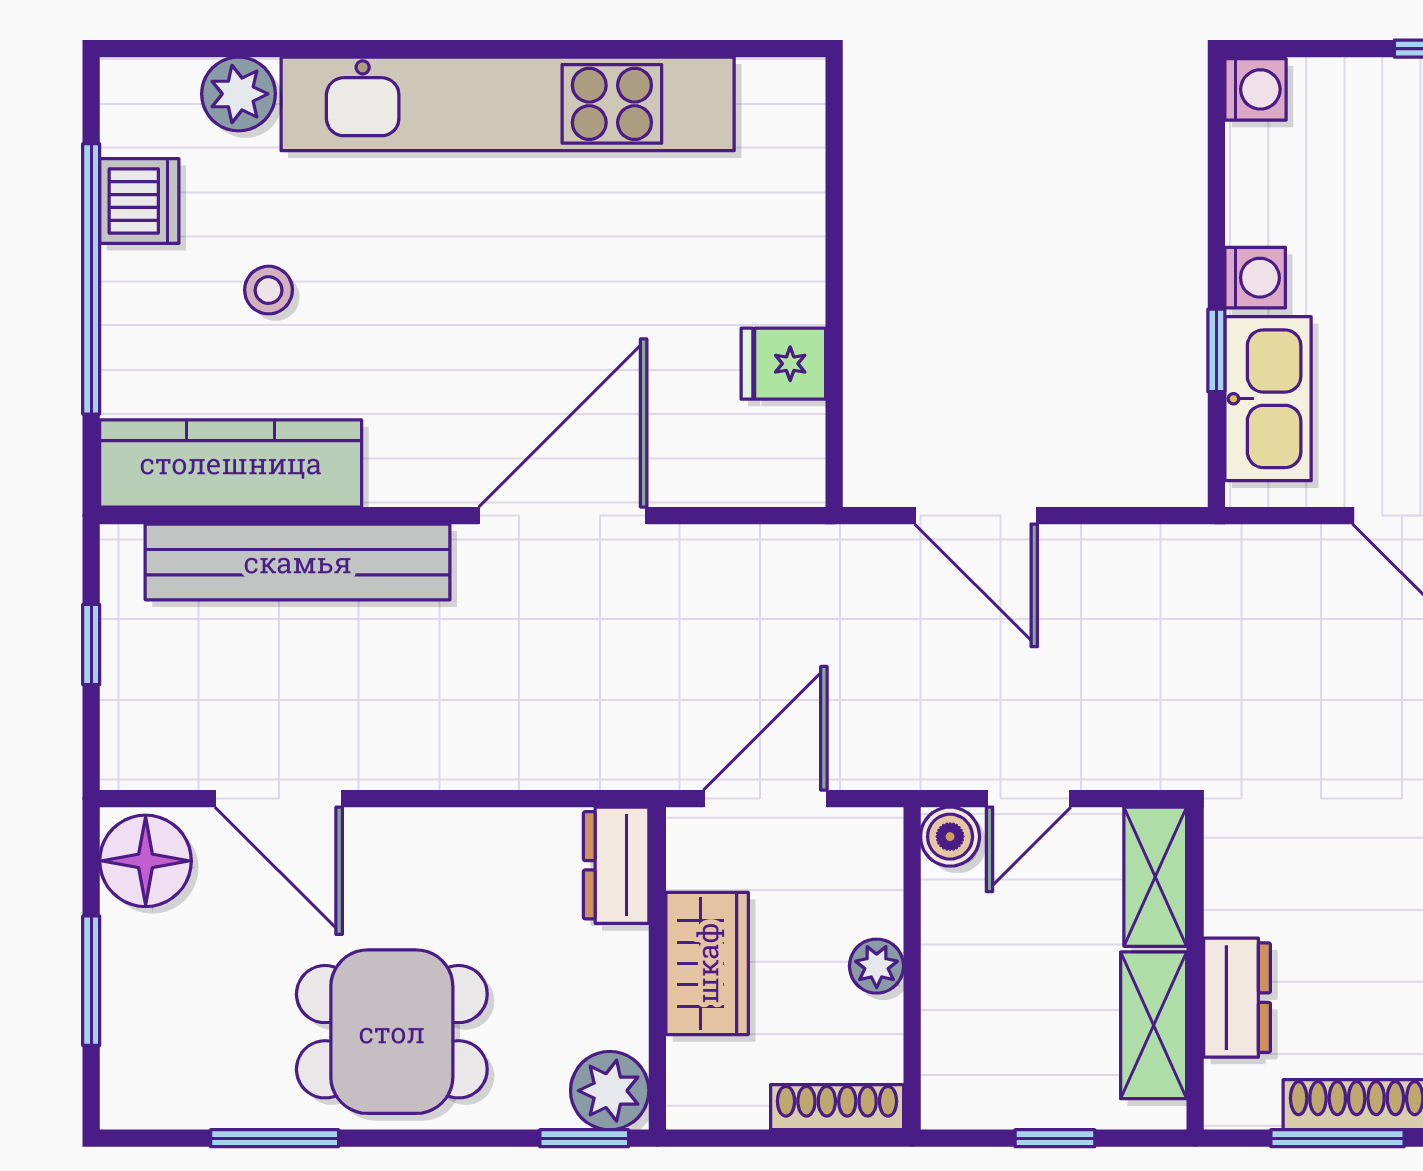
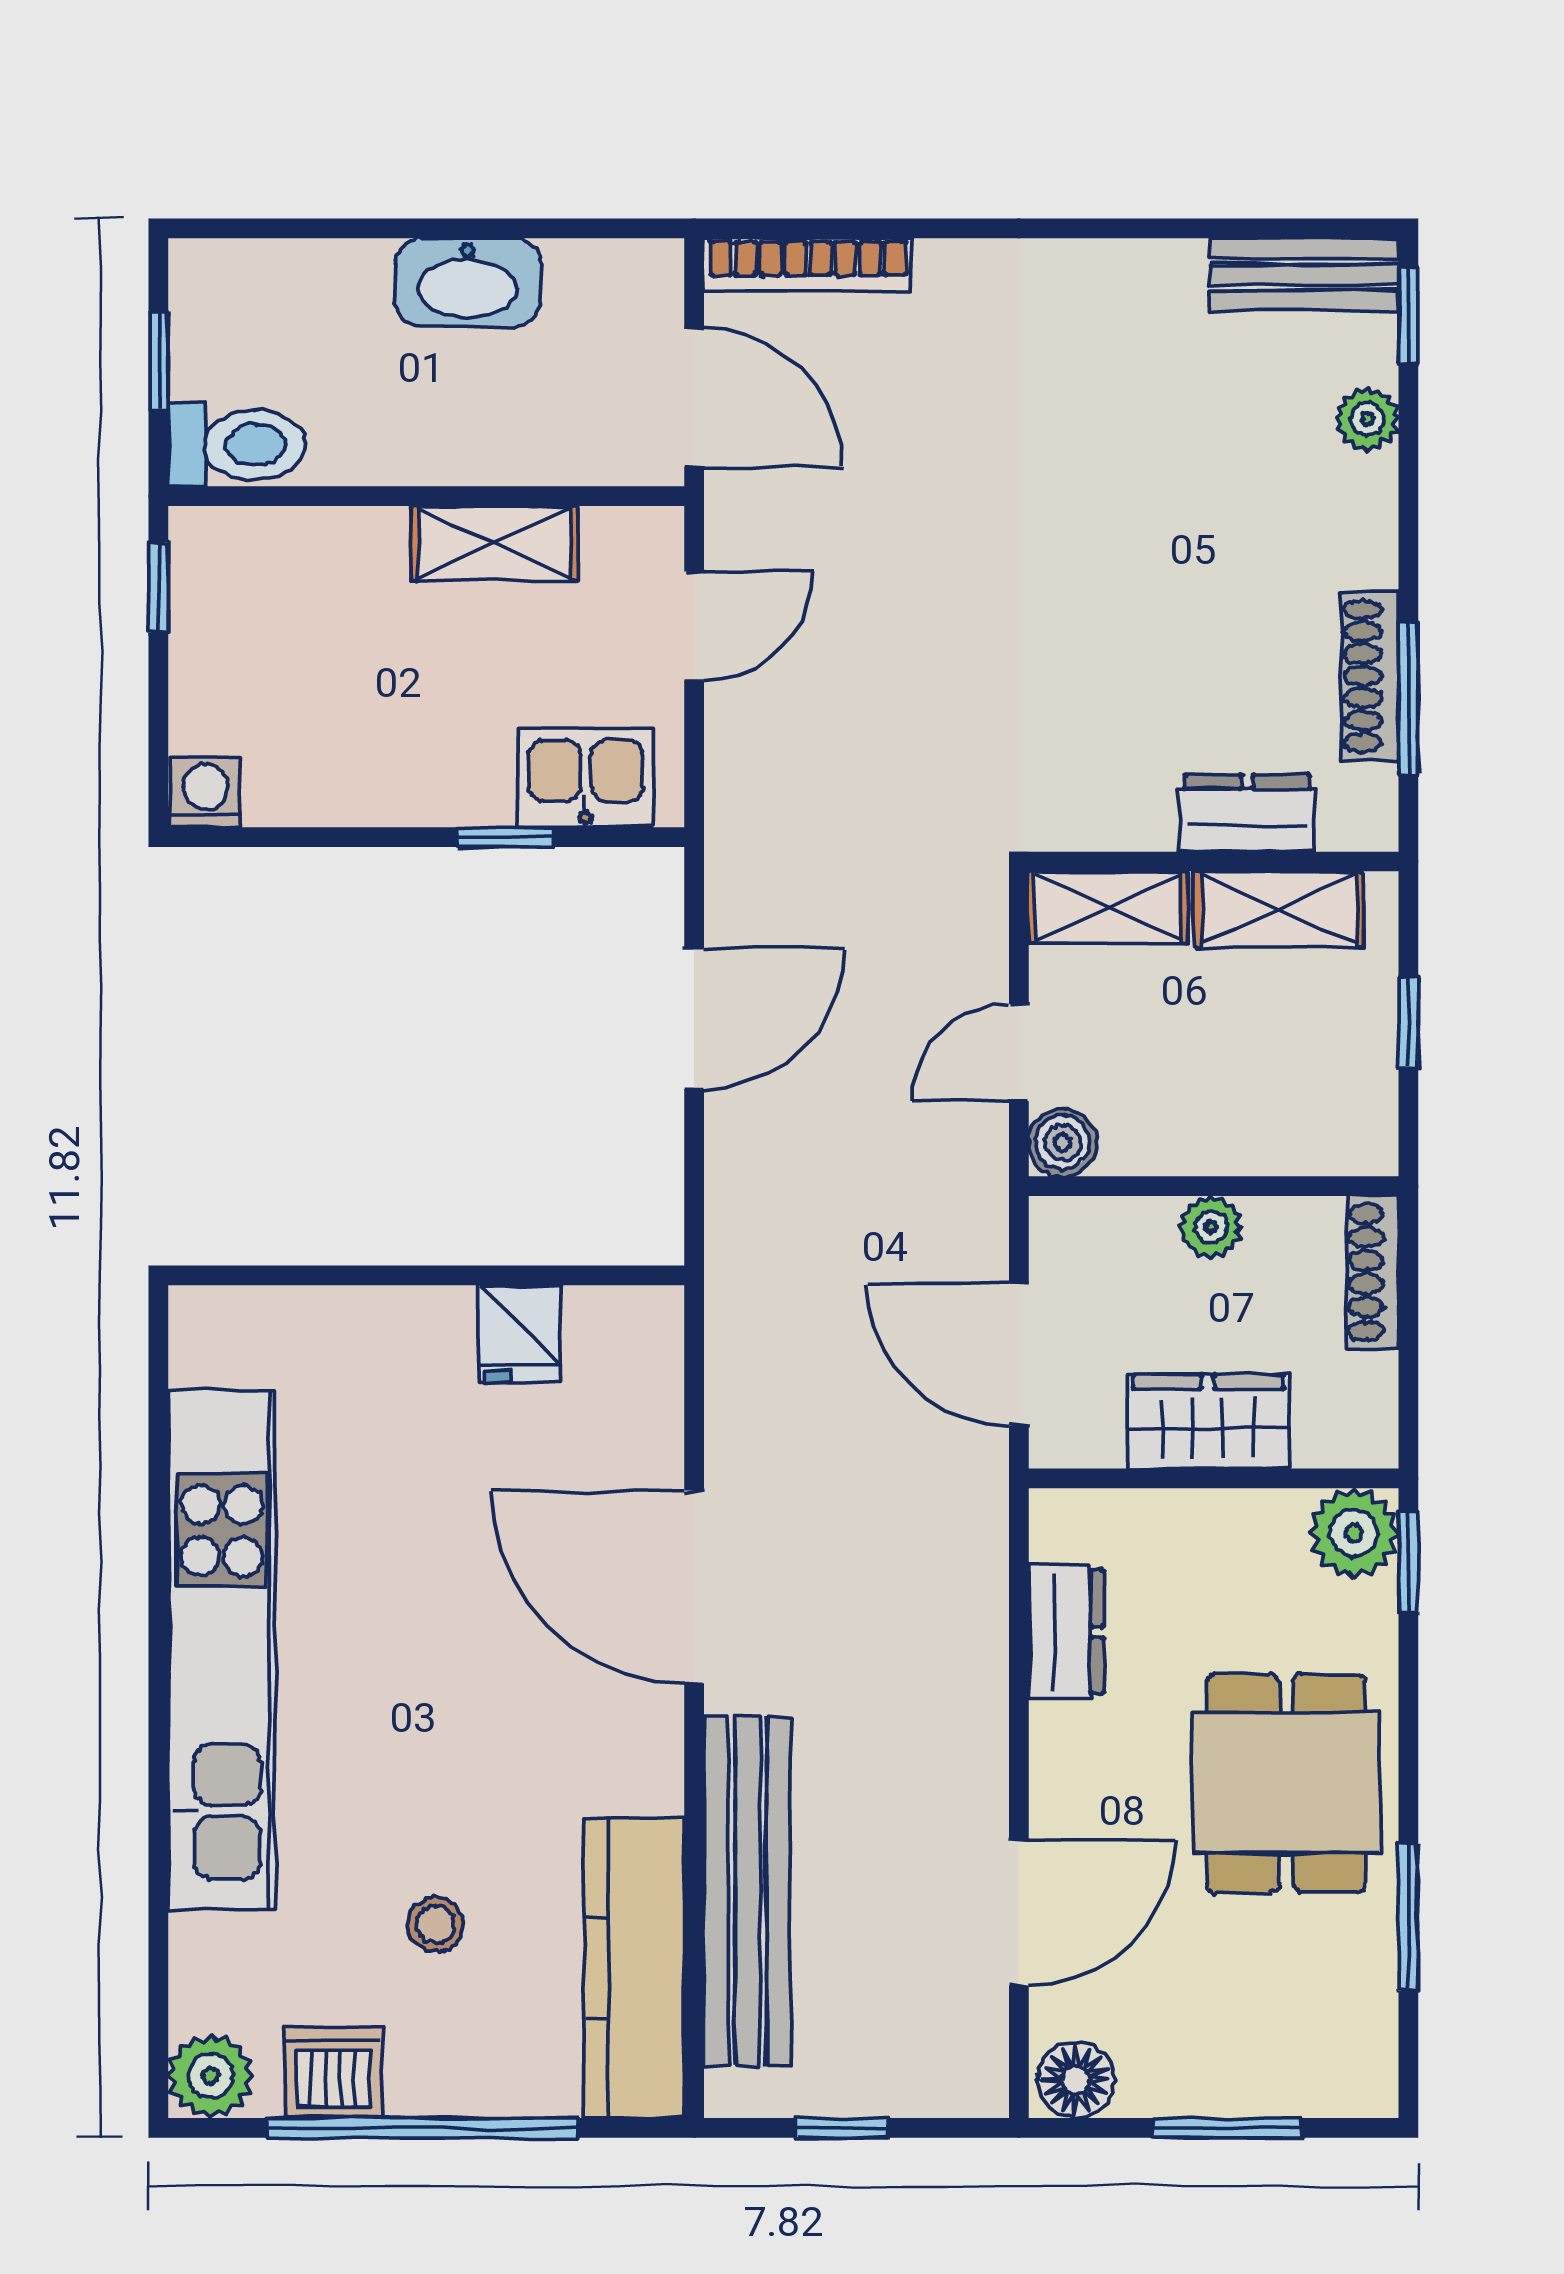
plant: (239, 94) -> (210, 2076), moved
washing machine: (1255, 278) -> (421, 793), removed
kitchen sink: (1268, 399) -> (586, 778), width x0.73
door: (976, 516) -> (694, 1019), moved
door: (1029, 799) -> (1019, 1053), swing flipped
floor lamp: (146, 861) -> (1076, 2080), width x0.73, depth x0.73
dresser: (616, 865) -> (1066, 1632), moved, turned -90

